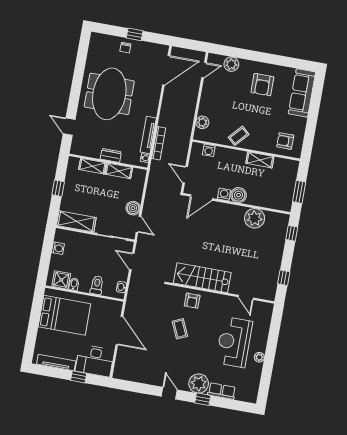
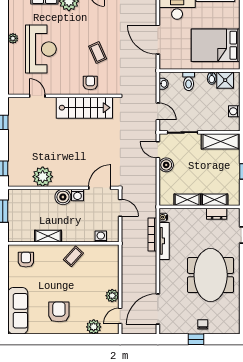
plant: (202, 122) -> (112, 296), moved
armchair: (285, 141) -> (26, 260), turned -90
dresser: (111, 155) -> (217, 214), moved

